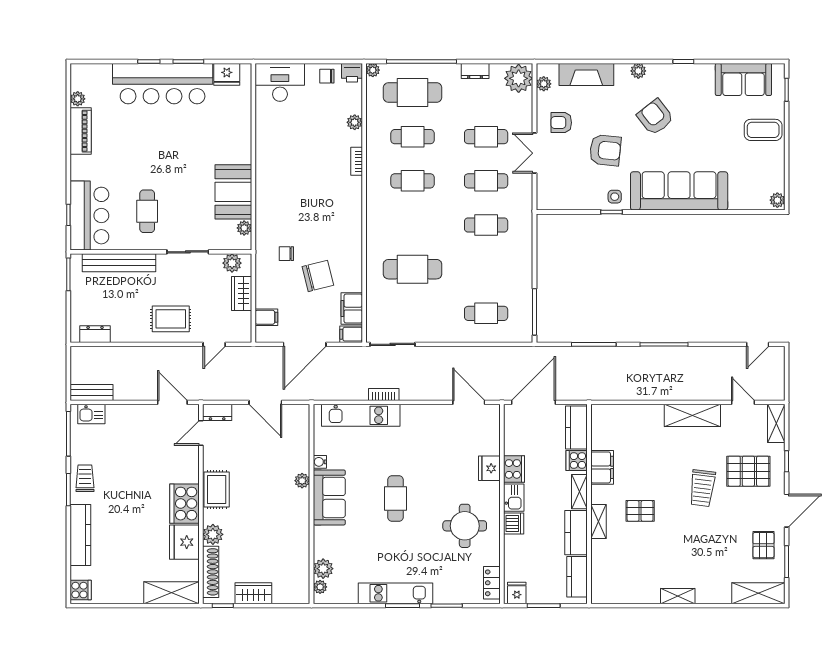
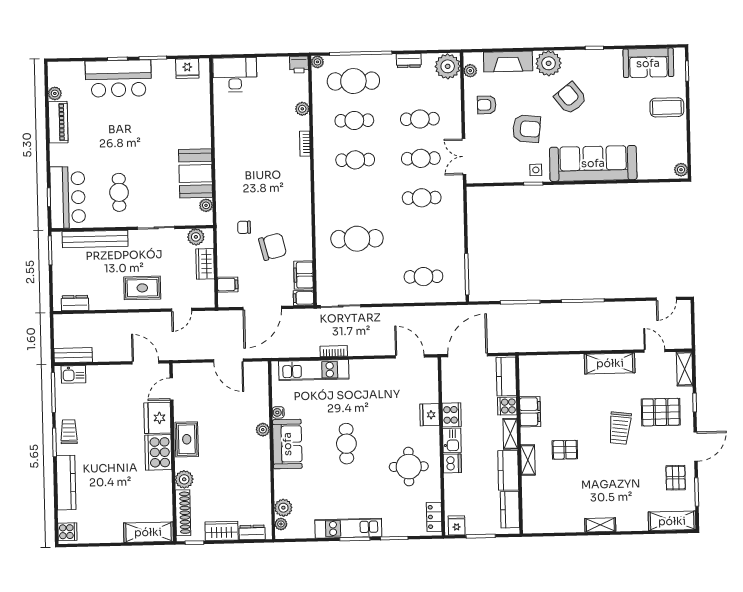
plant: (638, 71) -> (549, 63), width x1.88, depth x1.88
chair: (327, 76) -> (277, 68), removed
bar counter: (163, 84) -> (118, 78), width x0.73
double door: (535, 153) -> (464, 157), moved
dresser: (217, 412) -> (252, 532), moved, turned 180
fridge: (184, 542) -> (157, 418), moved

